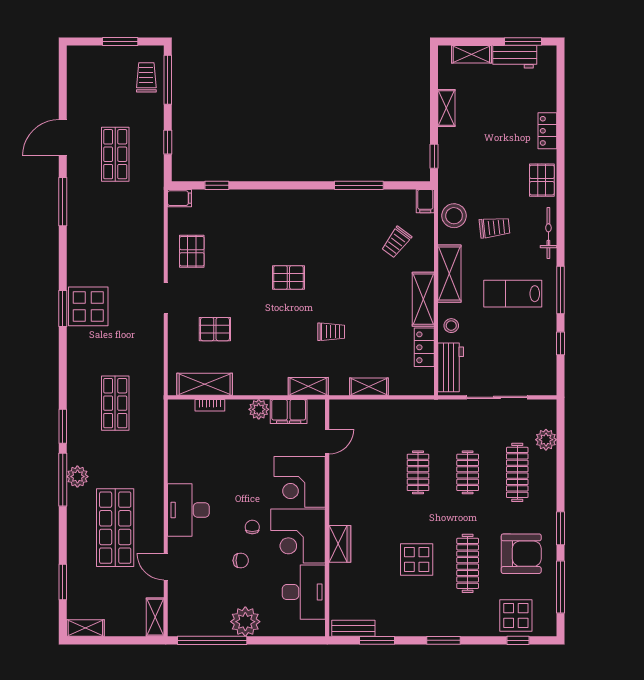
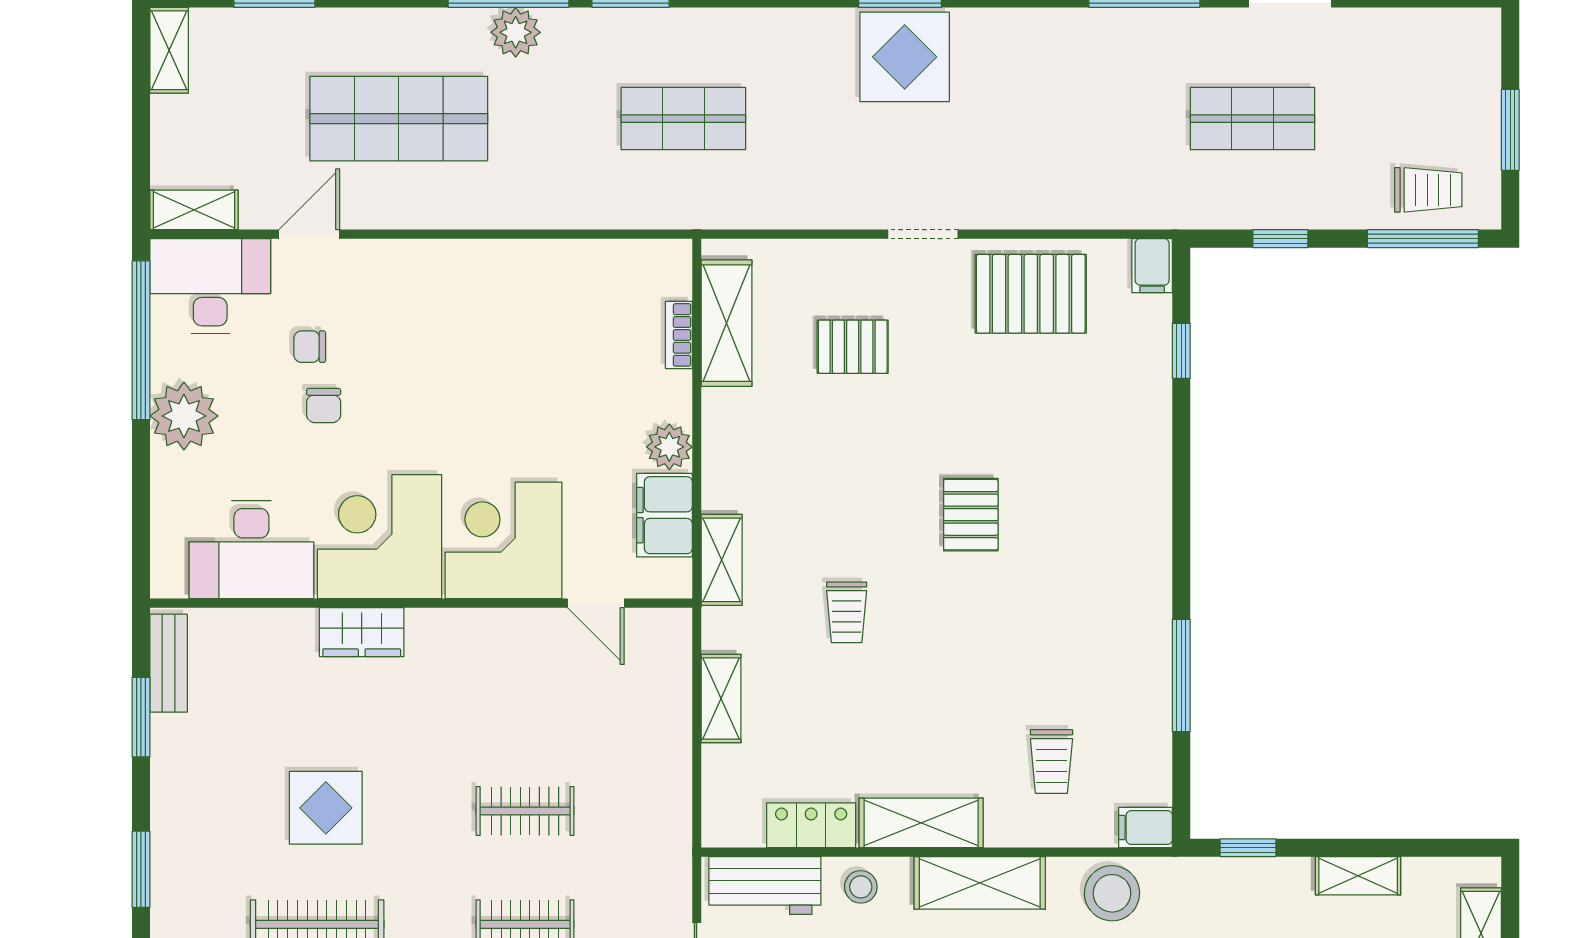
trolley: (396, 242) -> (1051, 761), turned -127
pallet: (192, 251) -> (1031, 294), width x1.50, depth x1.42
pallet: (215, 329) -> (853, 347), turned 90
desk: (188, 510) -> (210, 286), moved
chair: (252, 527) -> (310, 347), moved, turned 180

